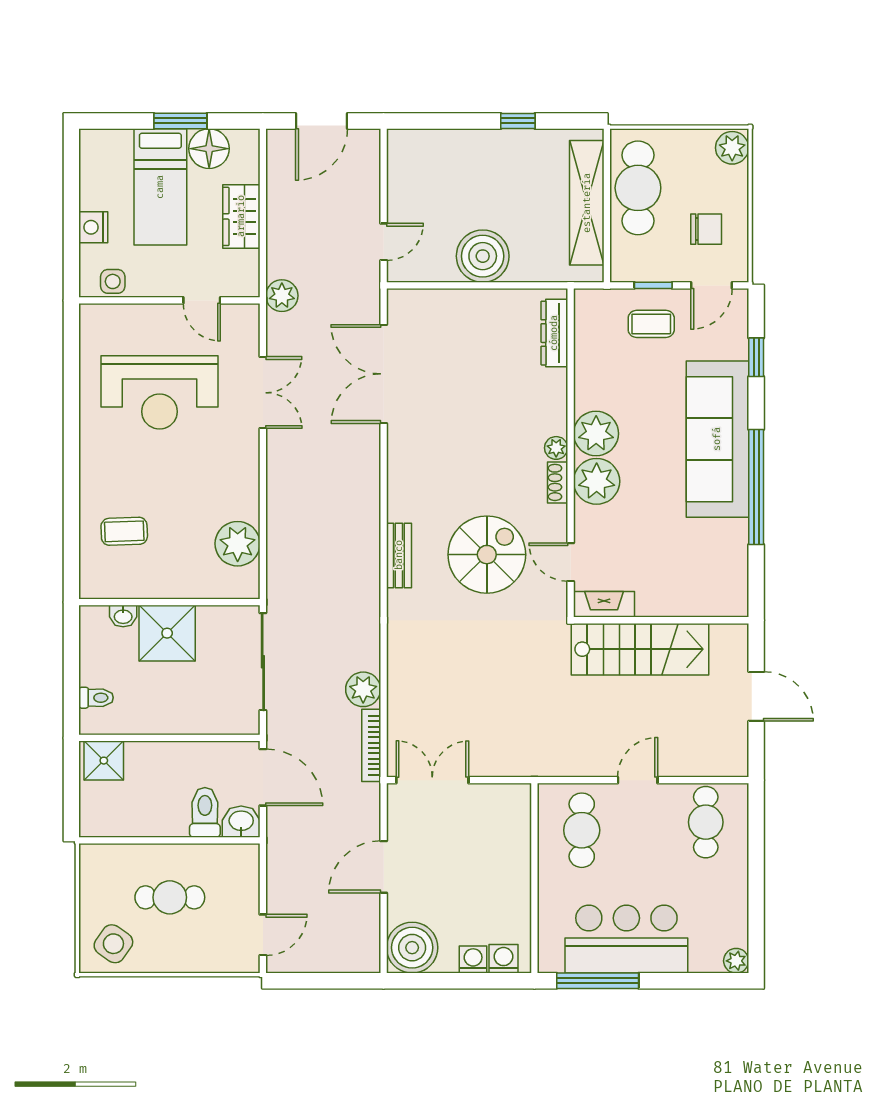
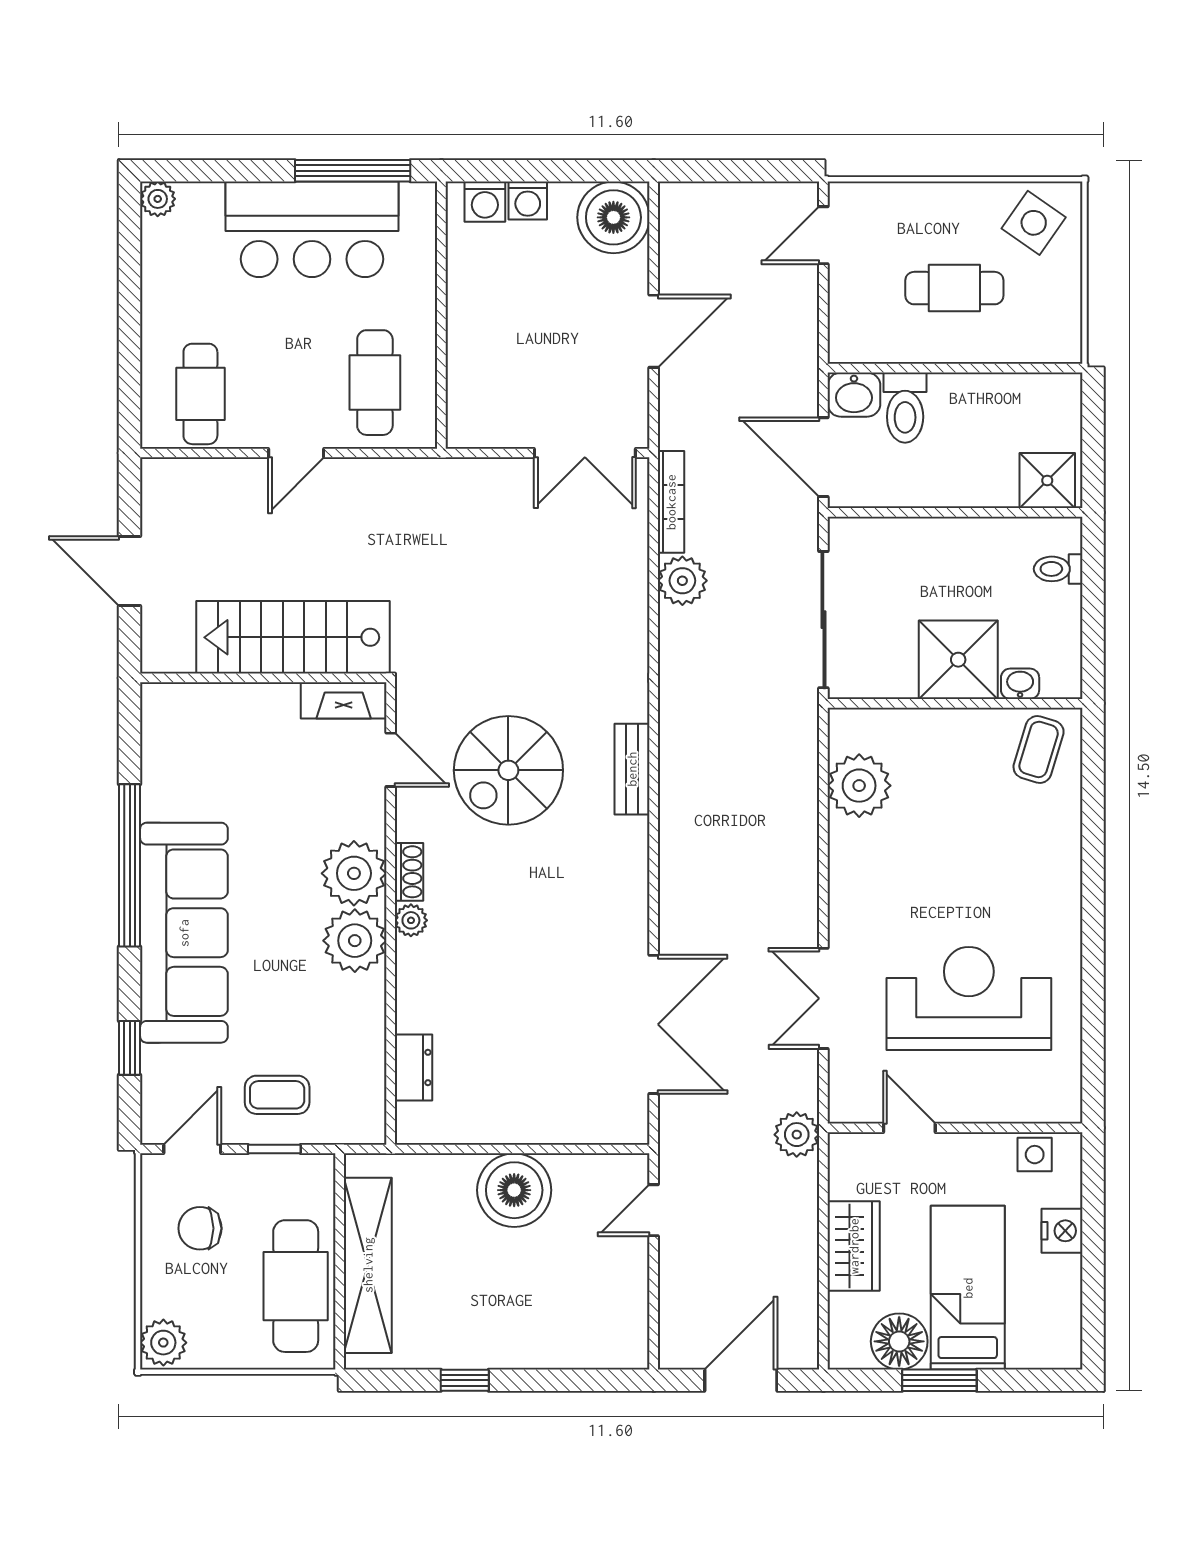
dresser: (554, 333) -> (413, 1067), width x0.70
coffee table: (124, 531) -> (1039, 749), moved, turned -71

